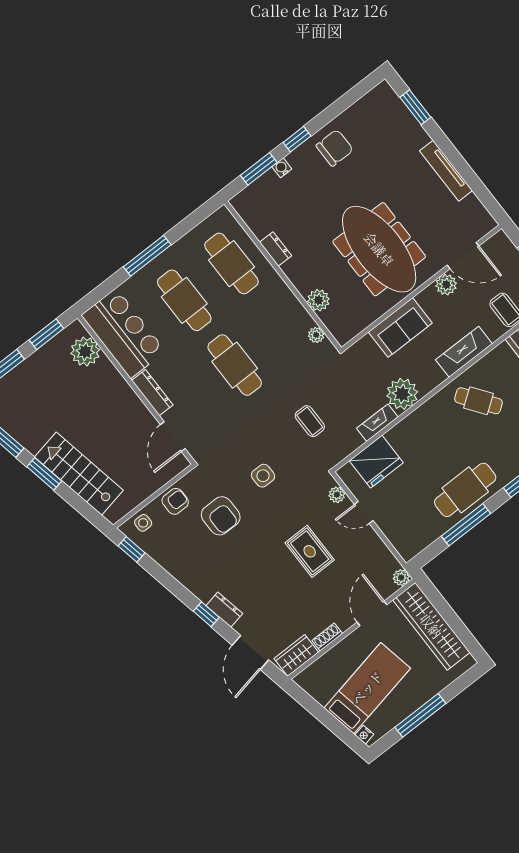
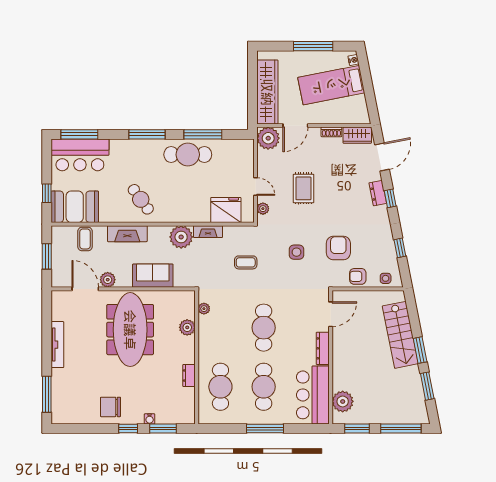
window: (415, 107) -> (47, 394), width x1.44
coffee table: (310, 421) -> (246, 262), turned 90
window: (131, 549) -> (400, 248), moved
plant: (401, 578) -> (268, 138), width x1.88, depth x1.88

